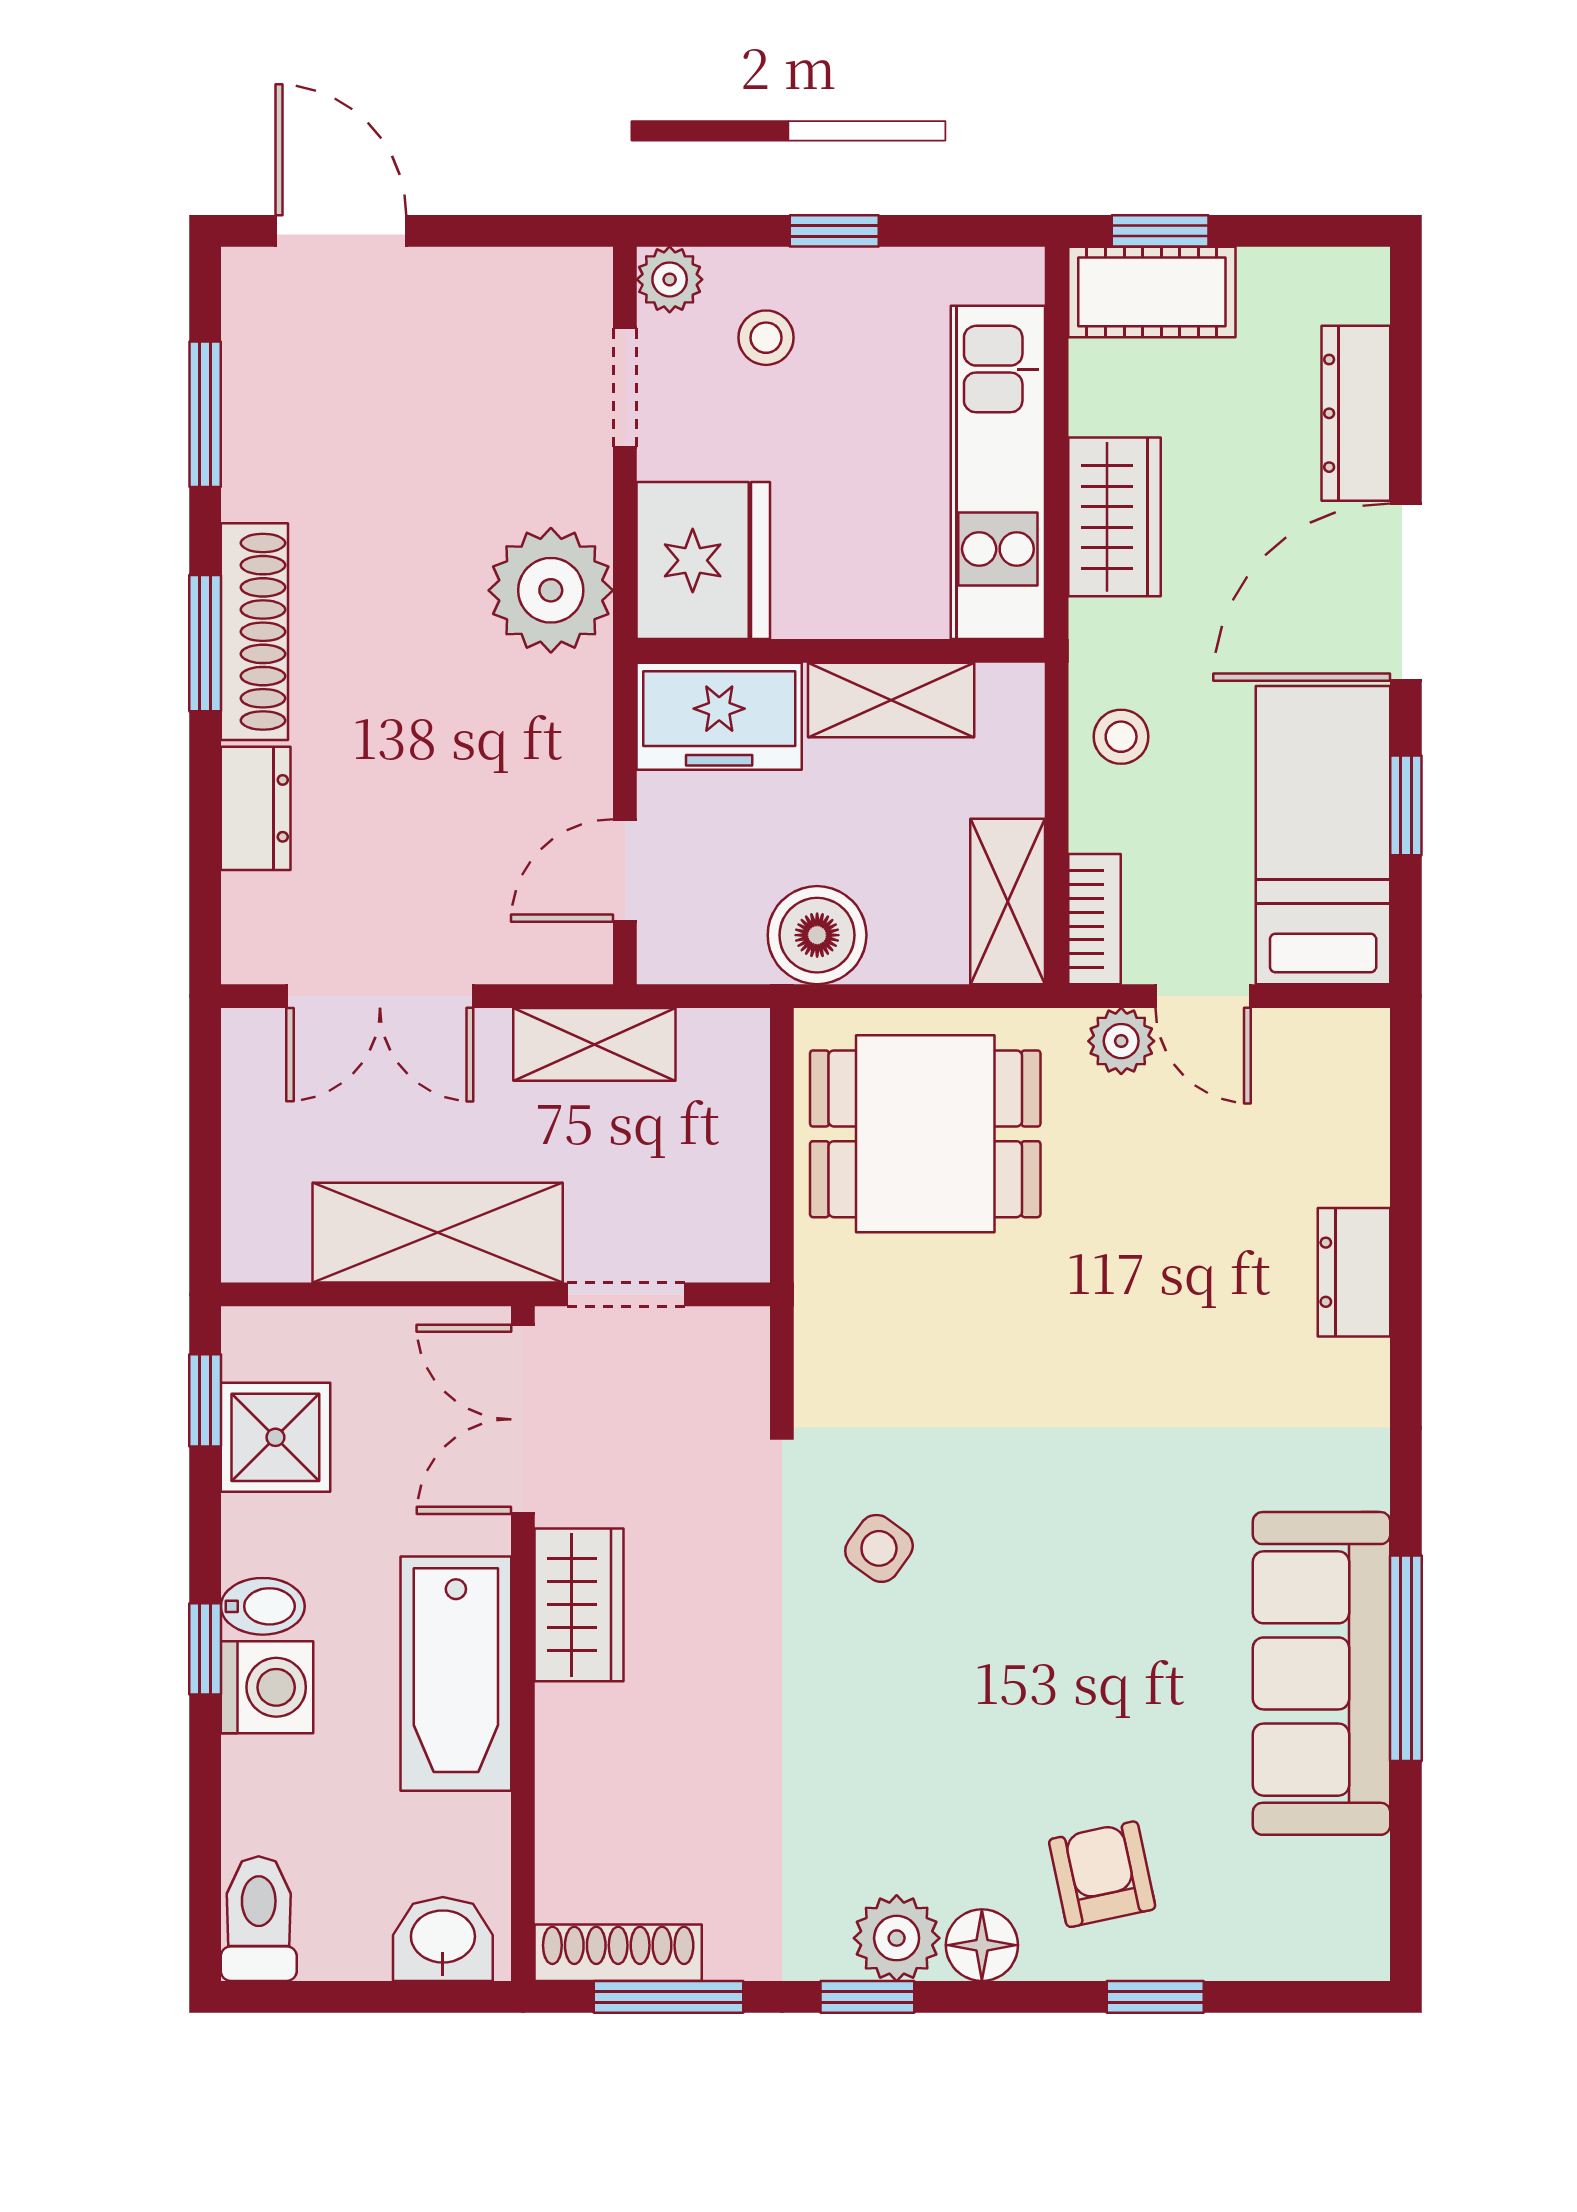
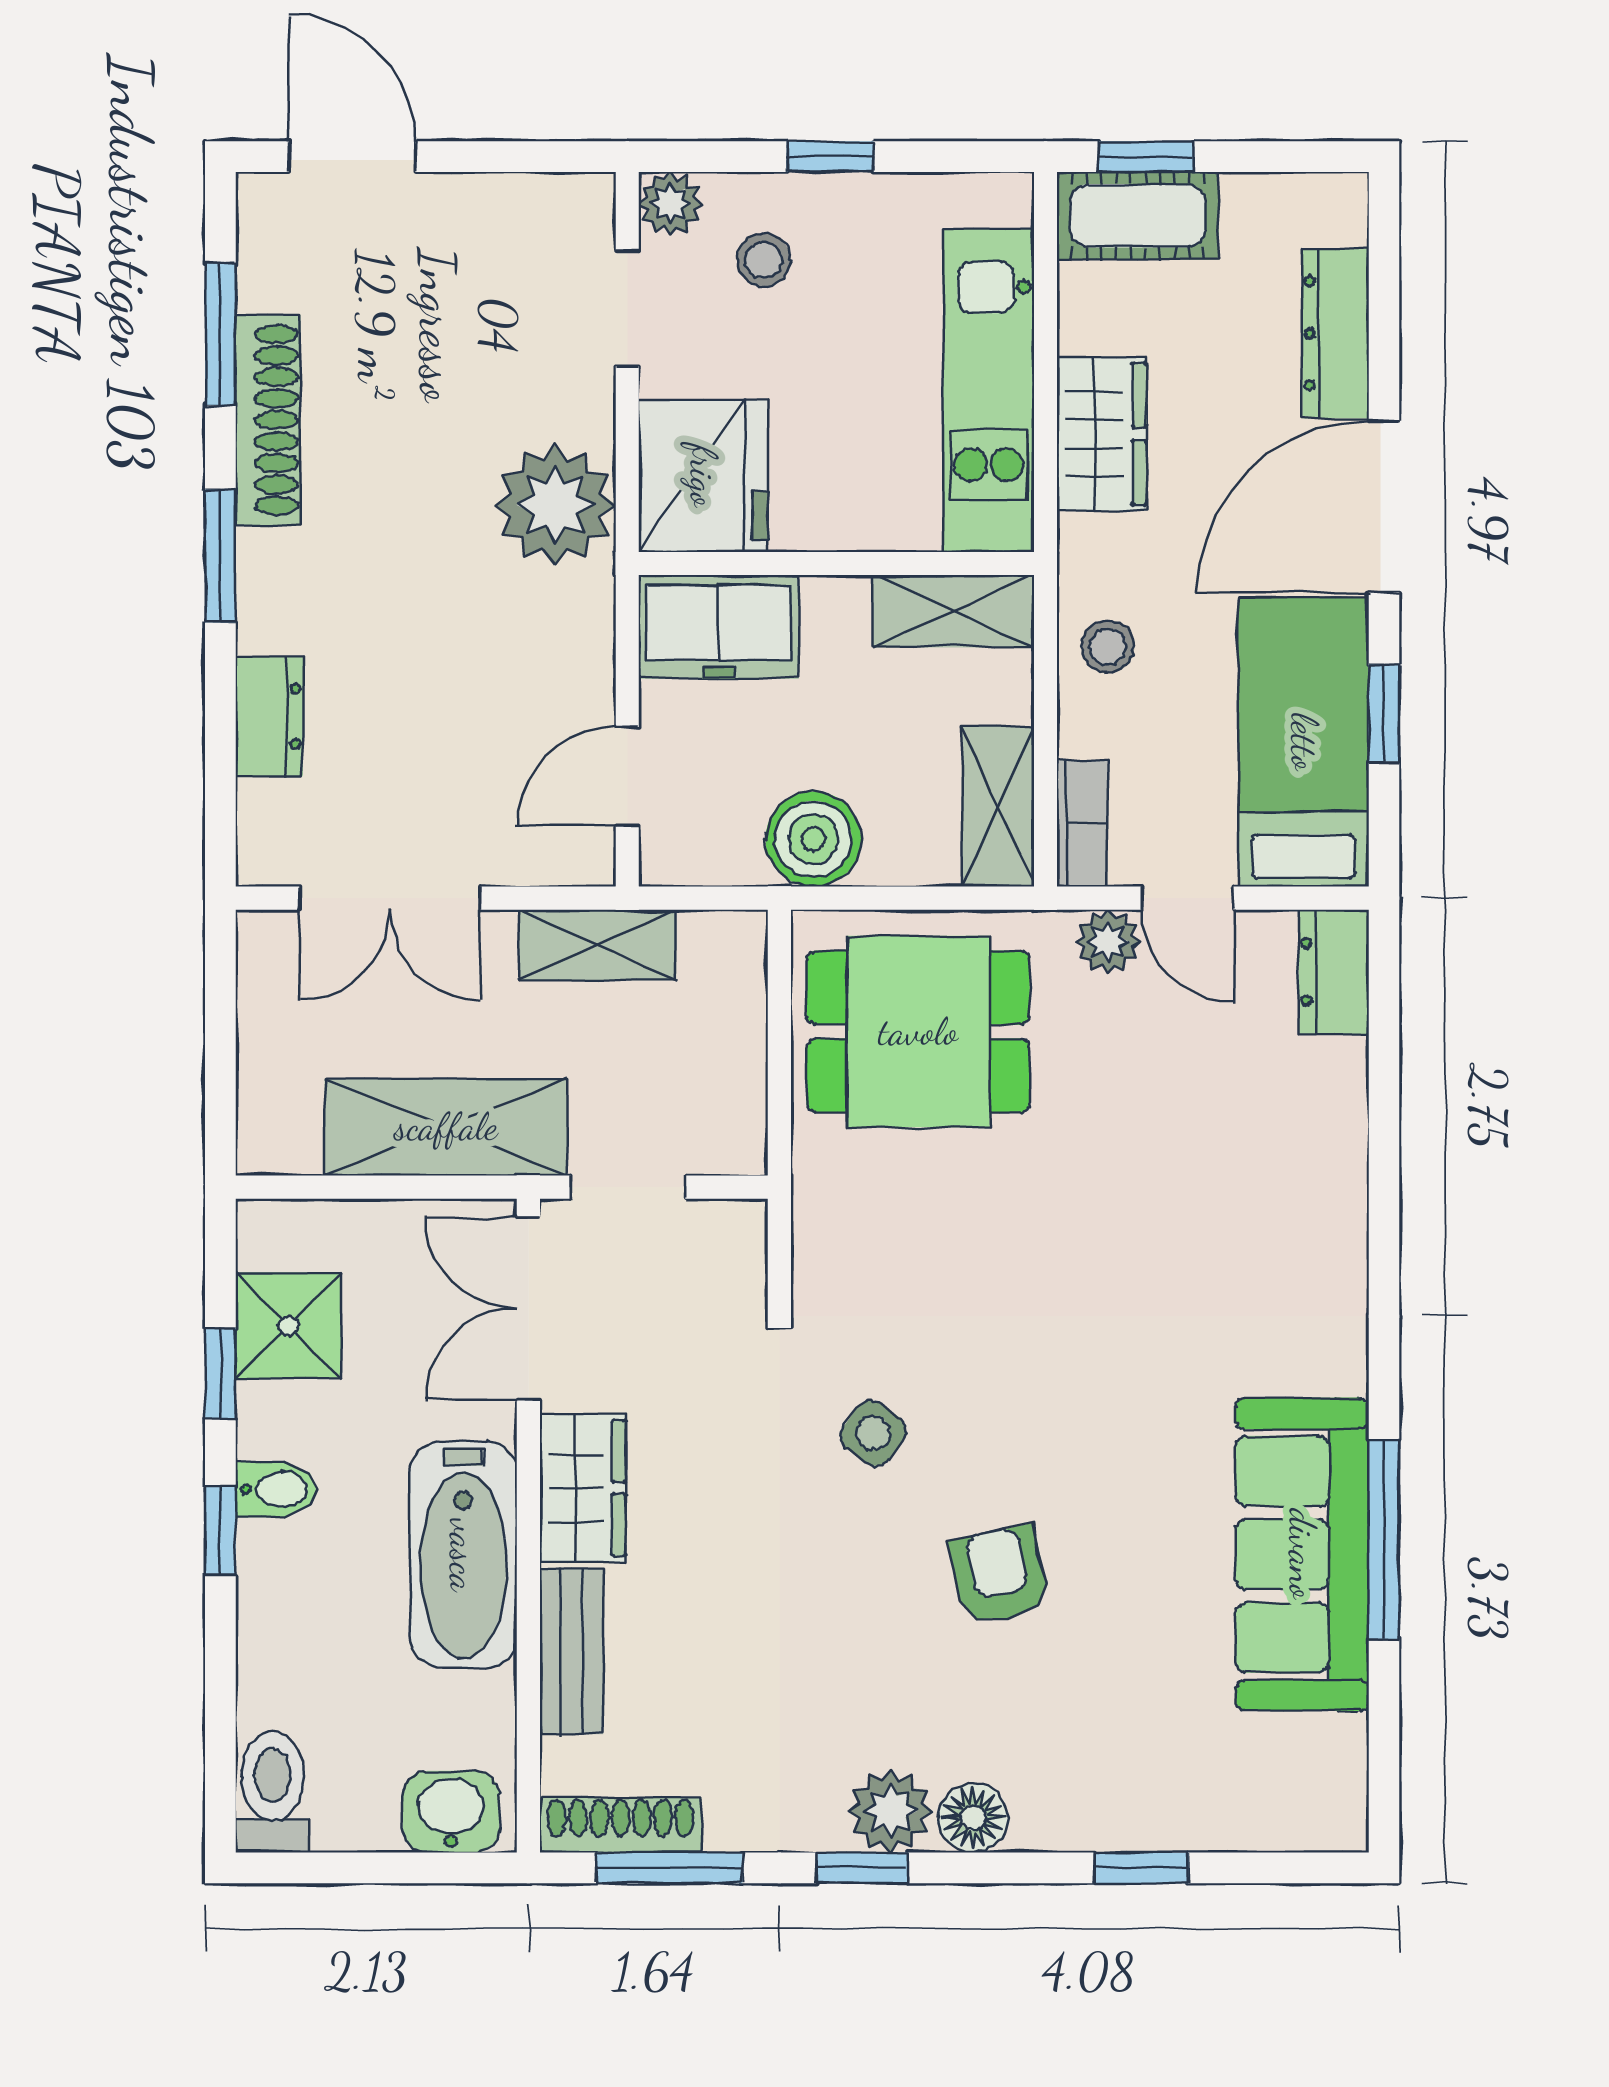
shoe rack: (254, 632) -> (268, 420), moved
shelving: (891, 700) -> (954, 611), moved
dresser: (1354, 1272) -> (1334, 972), moved
window: (205, 1400) -> (220, 1373), moved
washing machine: (267, 1687) -> (280, 1568), removed
bench: (567, 1773) -> (571, 1651), added
armchair: (1102, 1874) -> (999, 1575), moved

